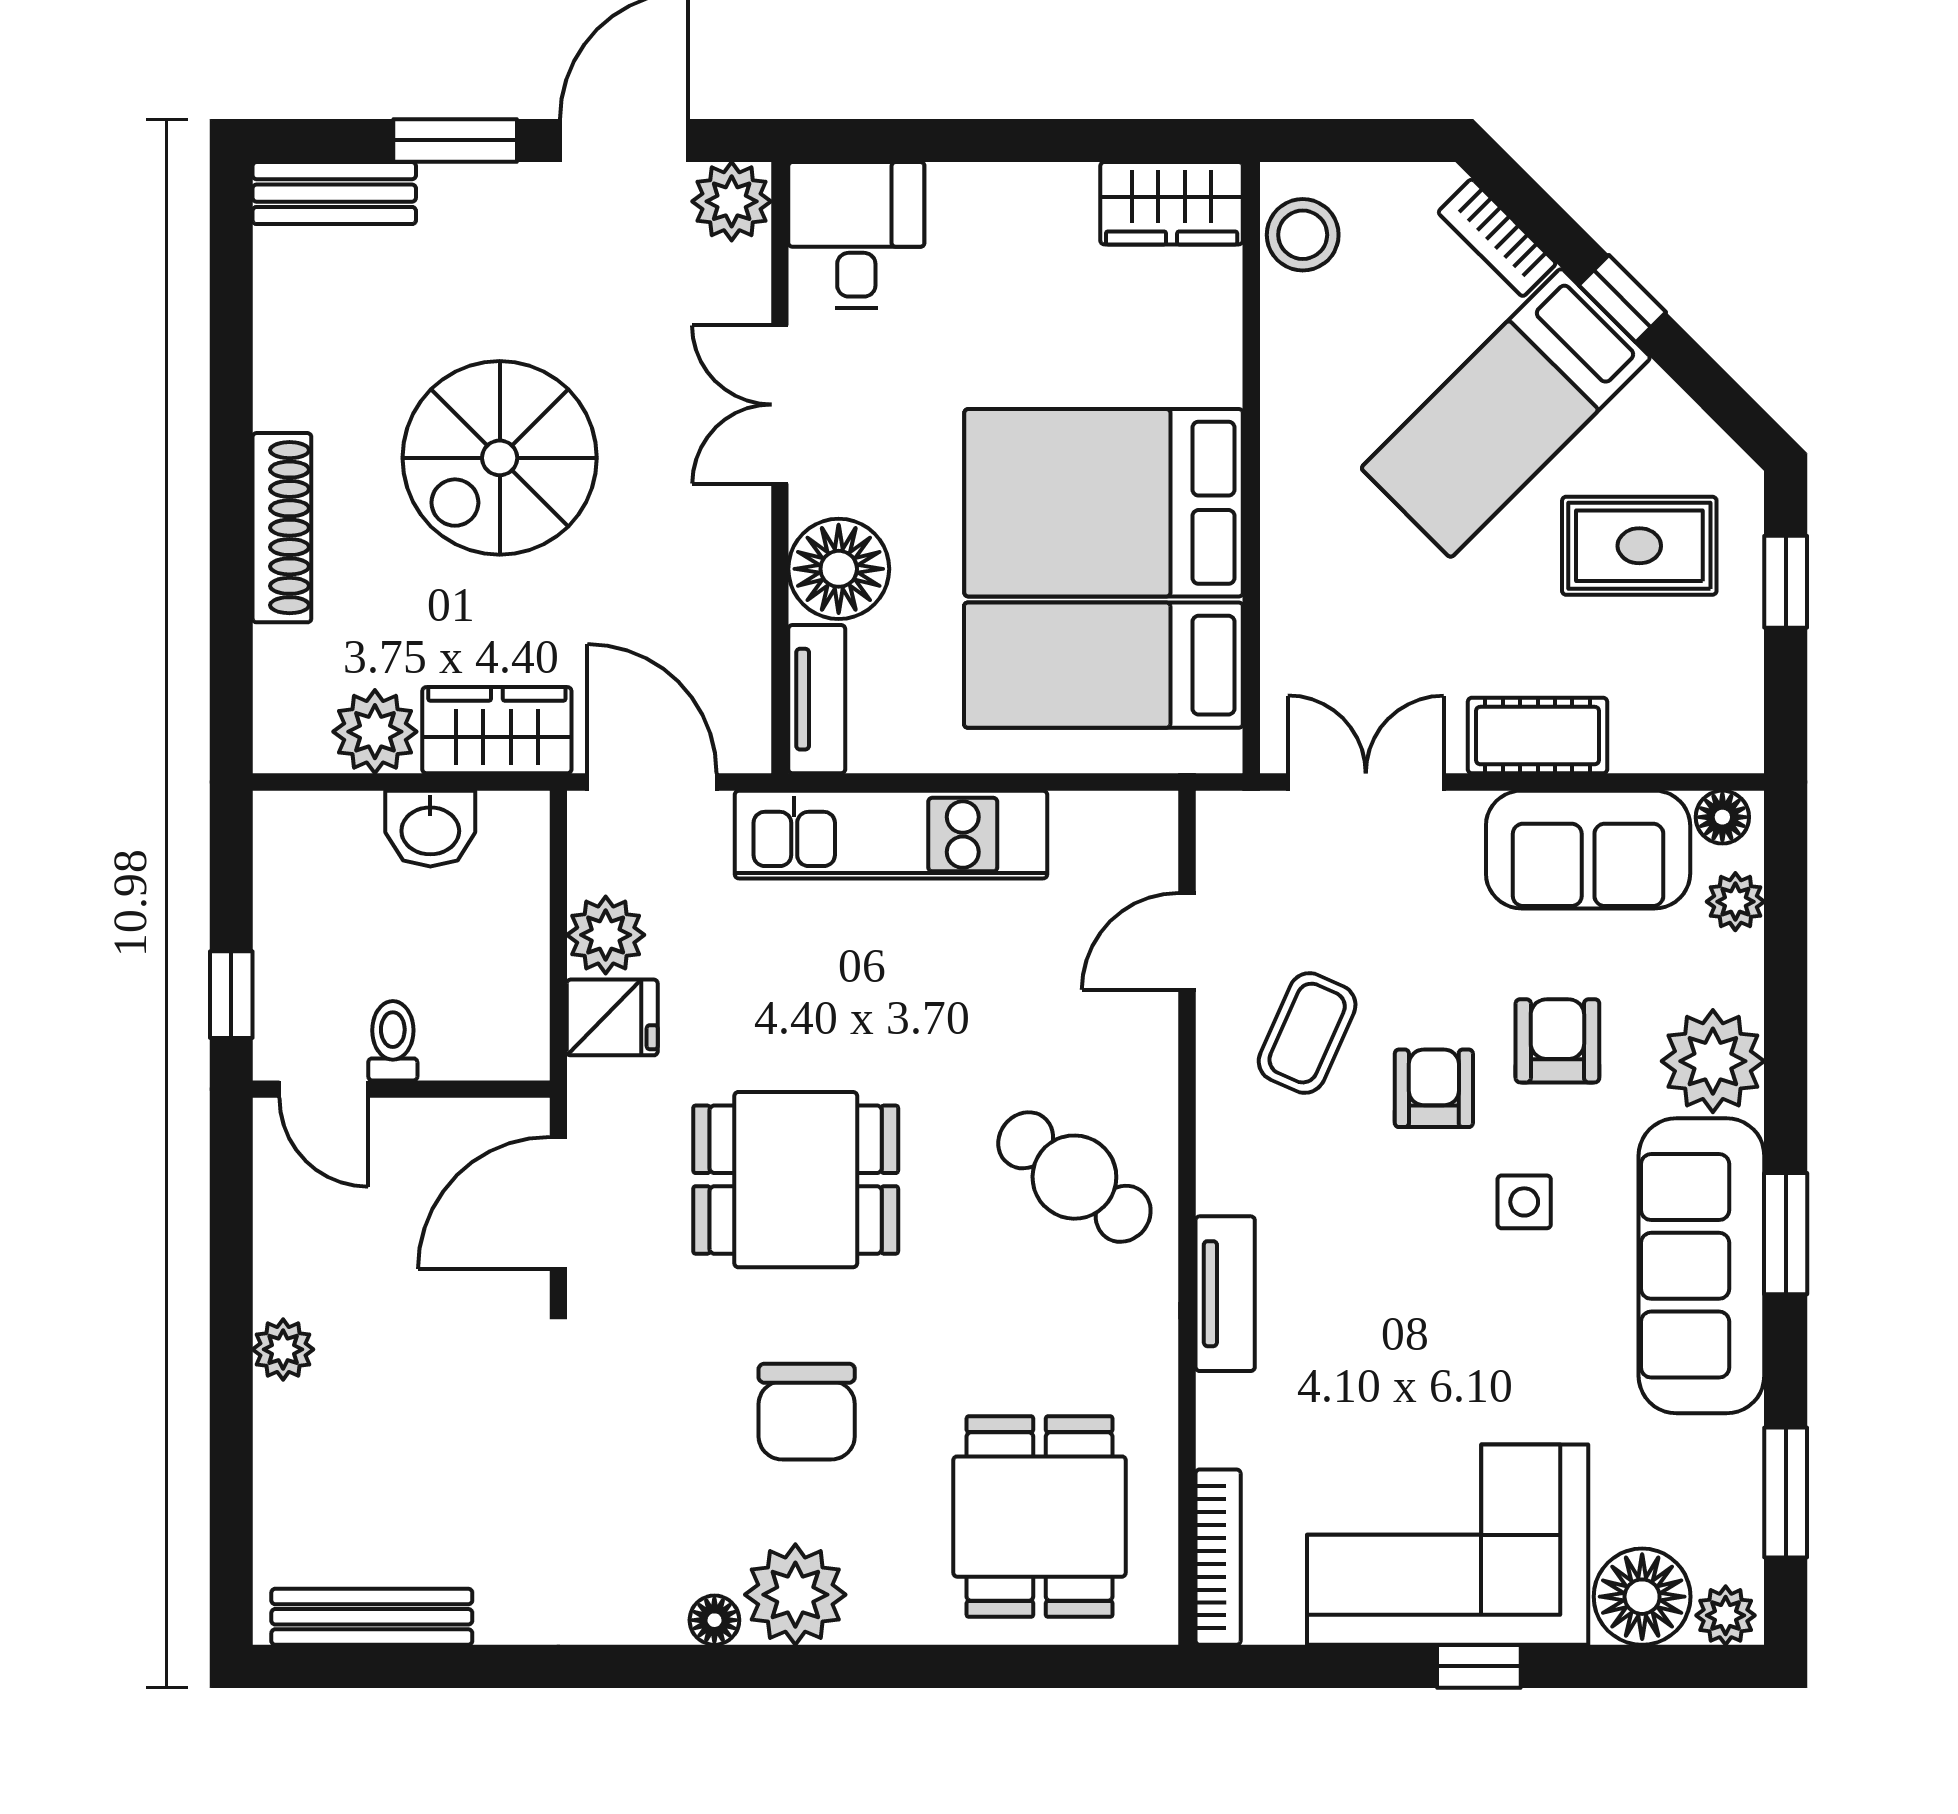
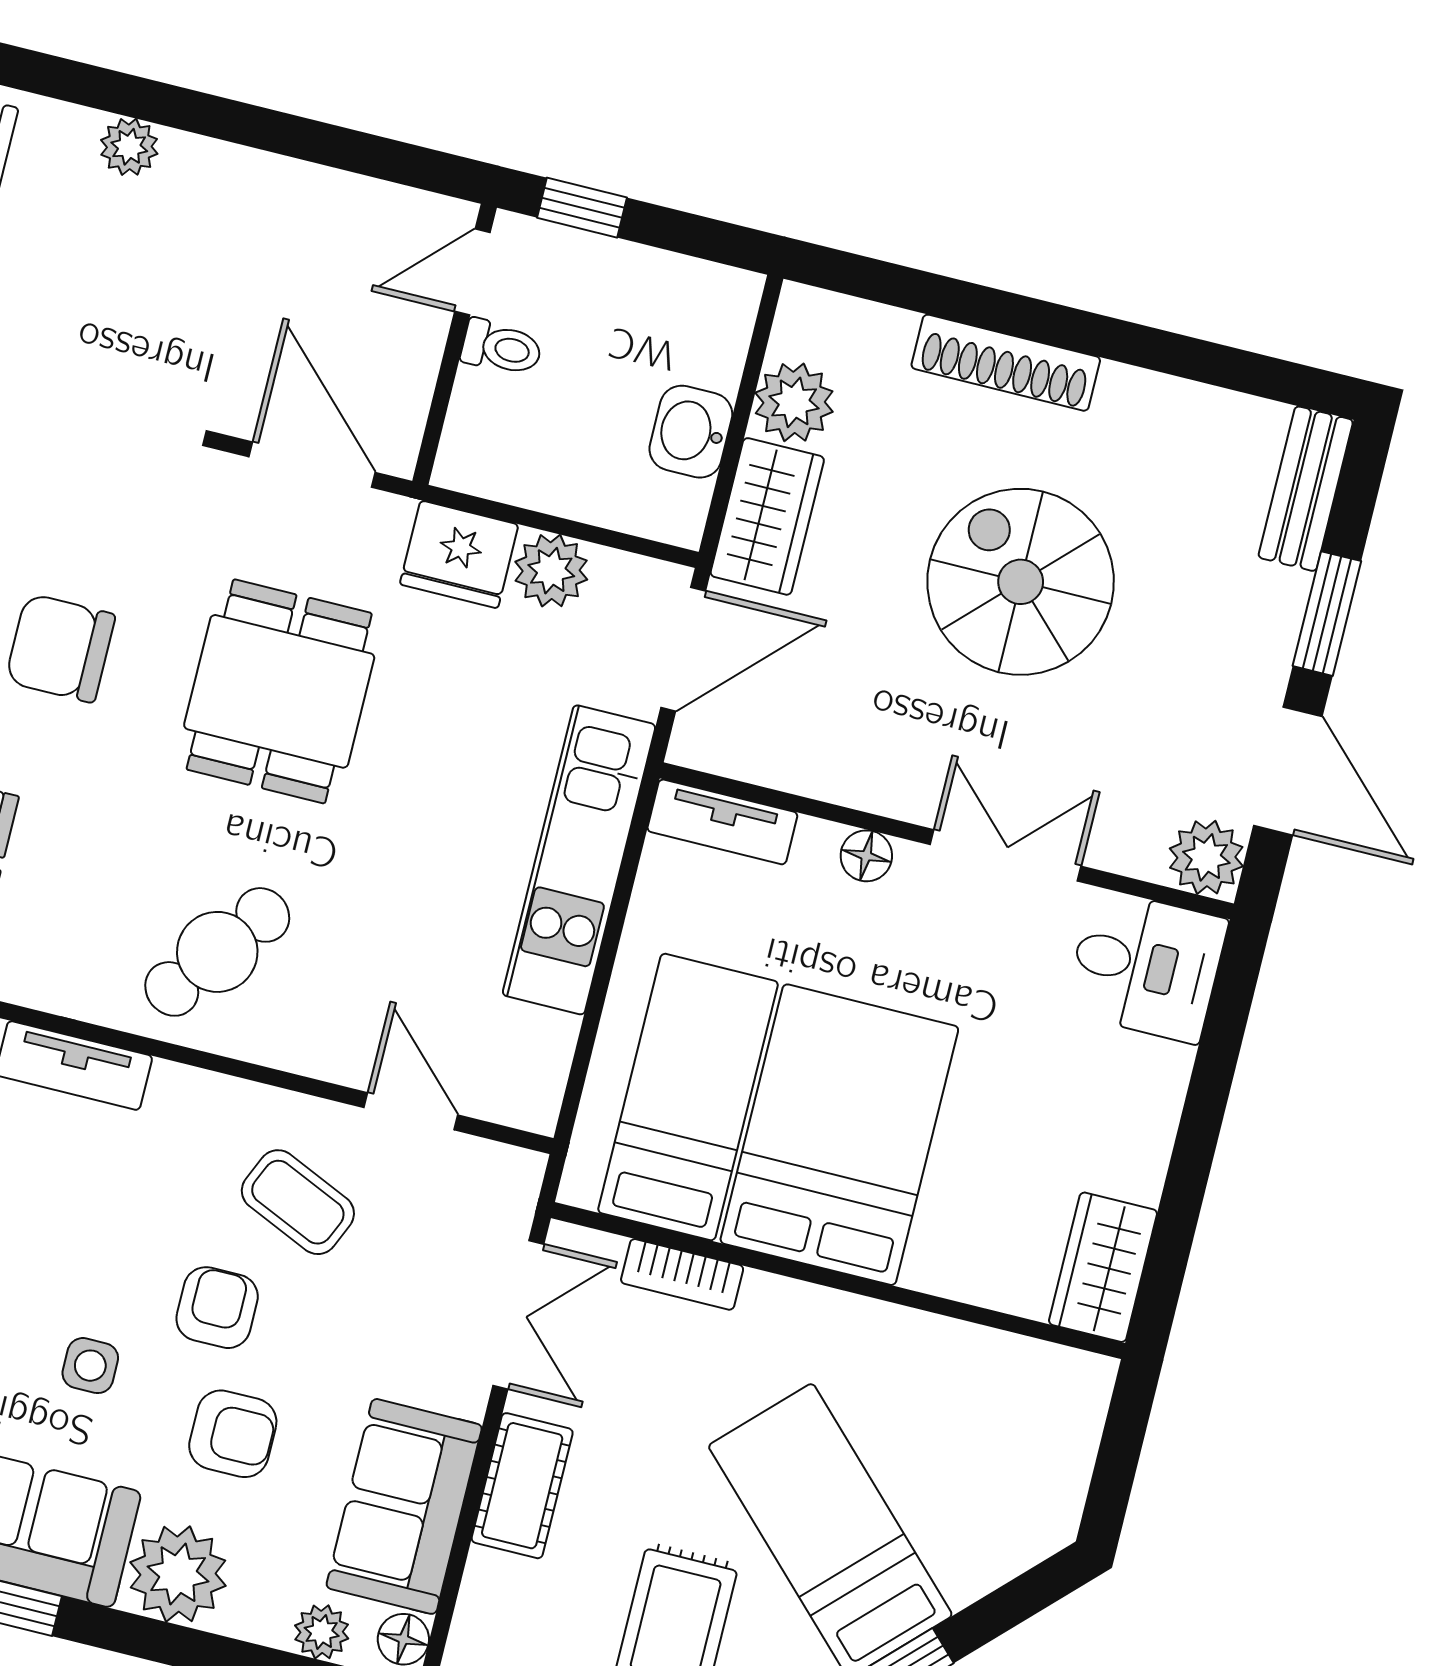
stool: (1303, 235) -> (1043, 1382), removed
bookcase: (1497, 238) -> (682, 1274), moved, turned -135
floor lamp: (839, 569) -> (866, 856), width x0.53, depth x0.53
fridge: (612, 1017) -> (459, 554), width x1.38
armchair: (1434, 1088) -> (217, 1308), turned -90
plant: (283, 1349) -> (129, 147), moved

